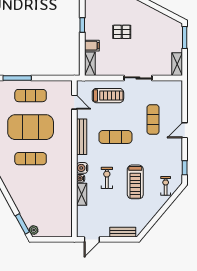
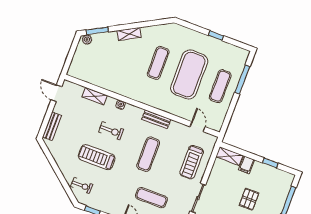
door: (74, 102) -> (198, 127), swing flipped
bench: (82, 137) -> (156, 119), width x0.73
water cooler: (82, 168) -> (130, 110), removed
shelving: (15, 194) -> (129, 34), added
shelving: (82, 194) -> (95, 96), moved

